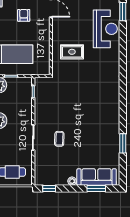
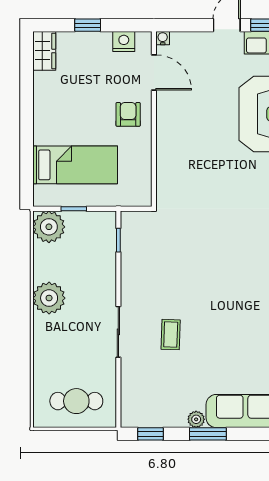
armchair: (24, 15) -> (128, 114), moved
rug: (72, 52) -> (196, 160), removed
window: (96, 188) -> (208, 434), moved

